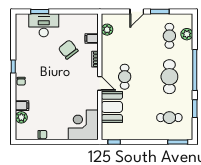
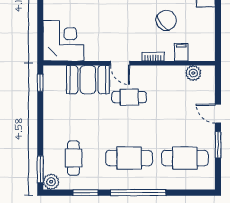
plant: (187, 34) -> (51, 182), moved
cafe table: (169, 36) -> (185, 158), width x1.37, depth x1.35
door: (100, 83) -> (120, 63), hinge flipped

